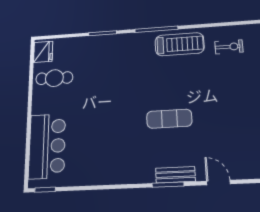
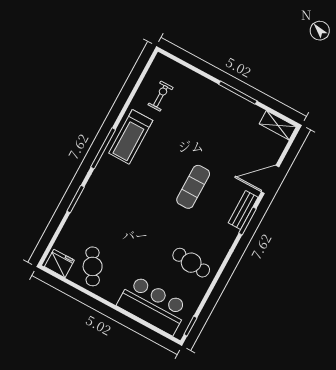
treadmill: (180, 44) -> (131, 137), turned 180
cafe table: (54, 78) -> (93, 266), turned -30
cafe table: (102, 157) -> (191, 263), added
door: (218, 183) -> (270, 179), width x1.38

